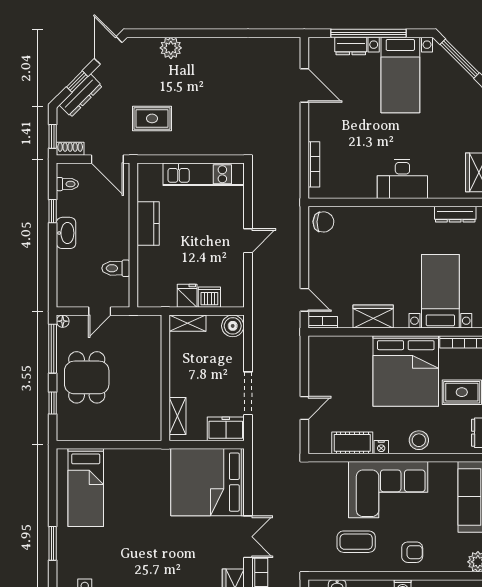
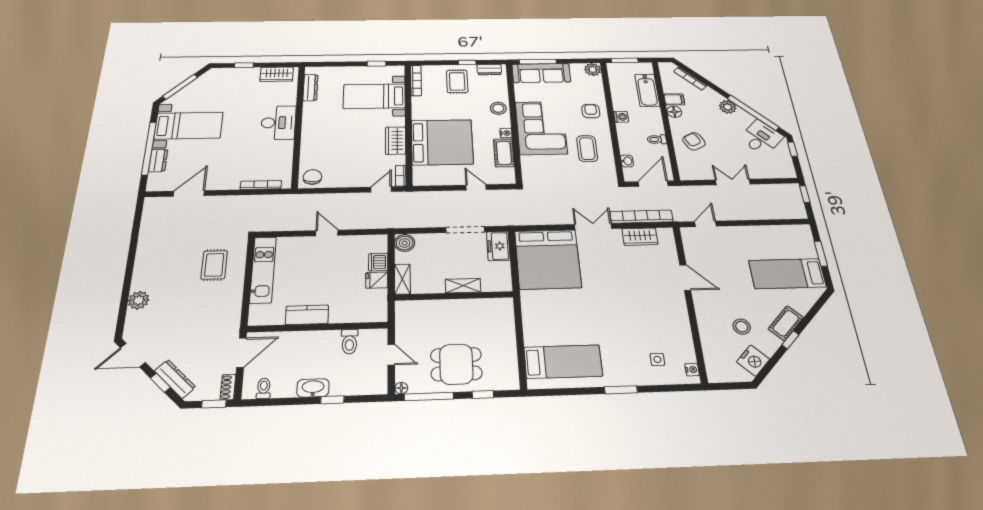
rug: (152, 118) -> (214, 265), moved
window: (53, 211) -> (332, 400), moved
bed: (406, 371) -> (442, 142), moved
shelving: (178, 416) -> (463, 286), moved

